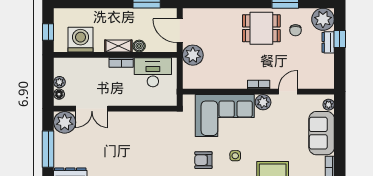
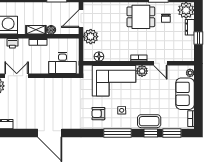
door: (180, 31) -> (81, 19), hinge flipped
window: (340, 39) -> (198, 38), moved
printer: (86, 64) -> (12, 43), added
desk: (153, 72) -> (63, 63), moved, turned 180
floor lamp: (204, 82) -> (99, 57), added
door: (288, 92) -> (160, 63), swing flipped
double door: (92, 109) -> (17, 76), swing flipped

